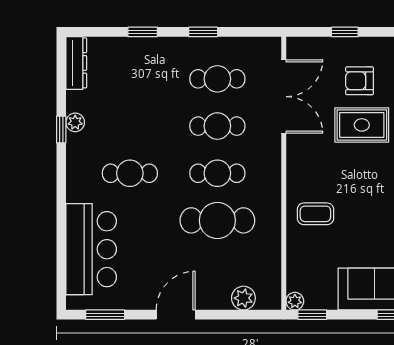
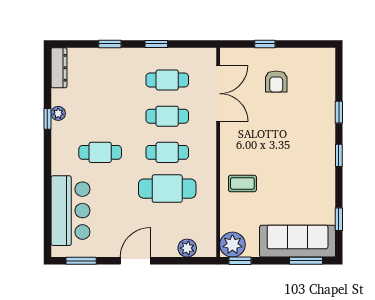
armchair: (360, 81) -> (276, 81), turned -90
rug: (362, 125) -> (278, 115), removed
plant: (295, 301) -> (232, 245), width x1.88, depth x1.88

